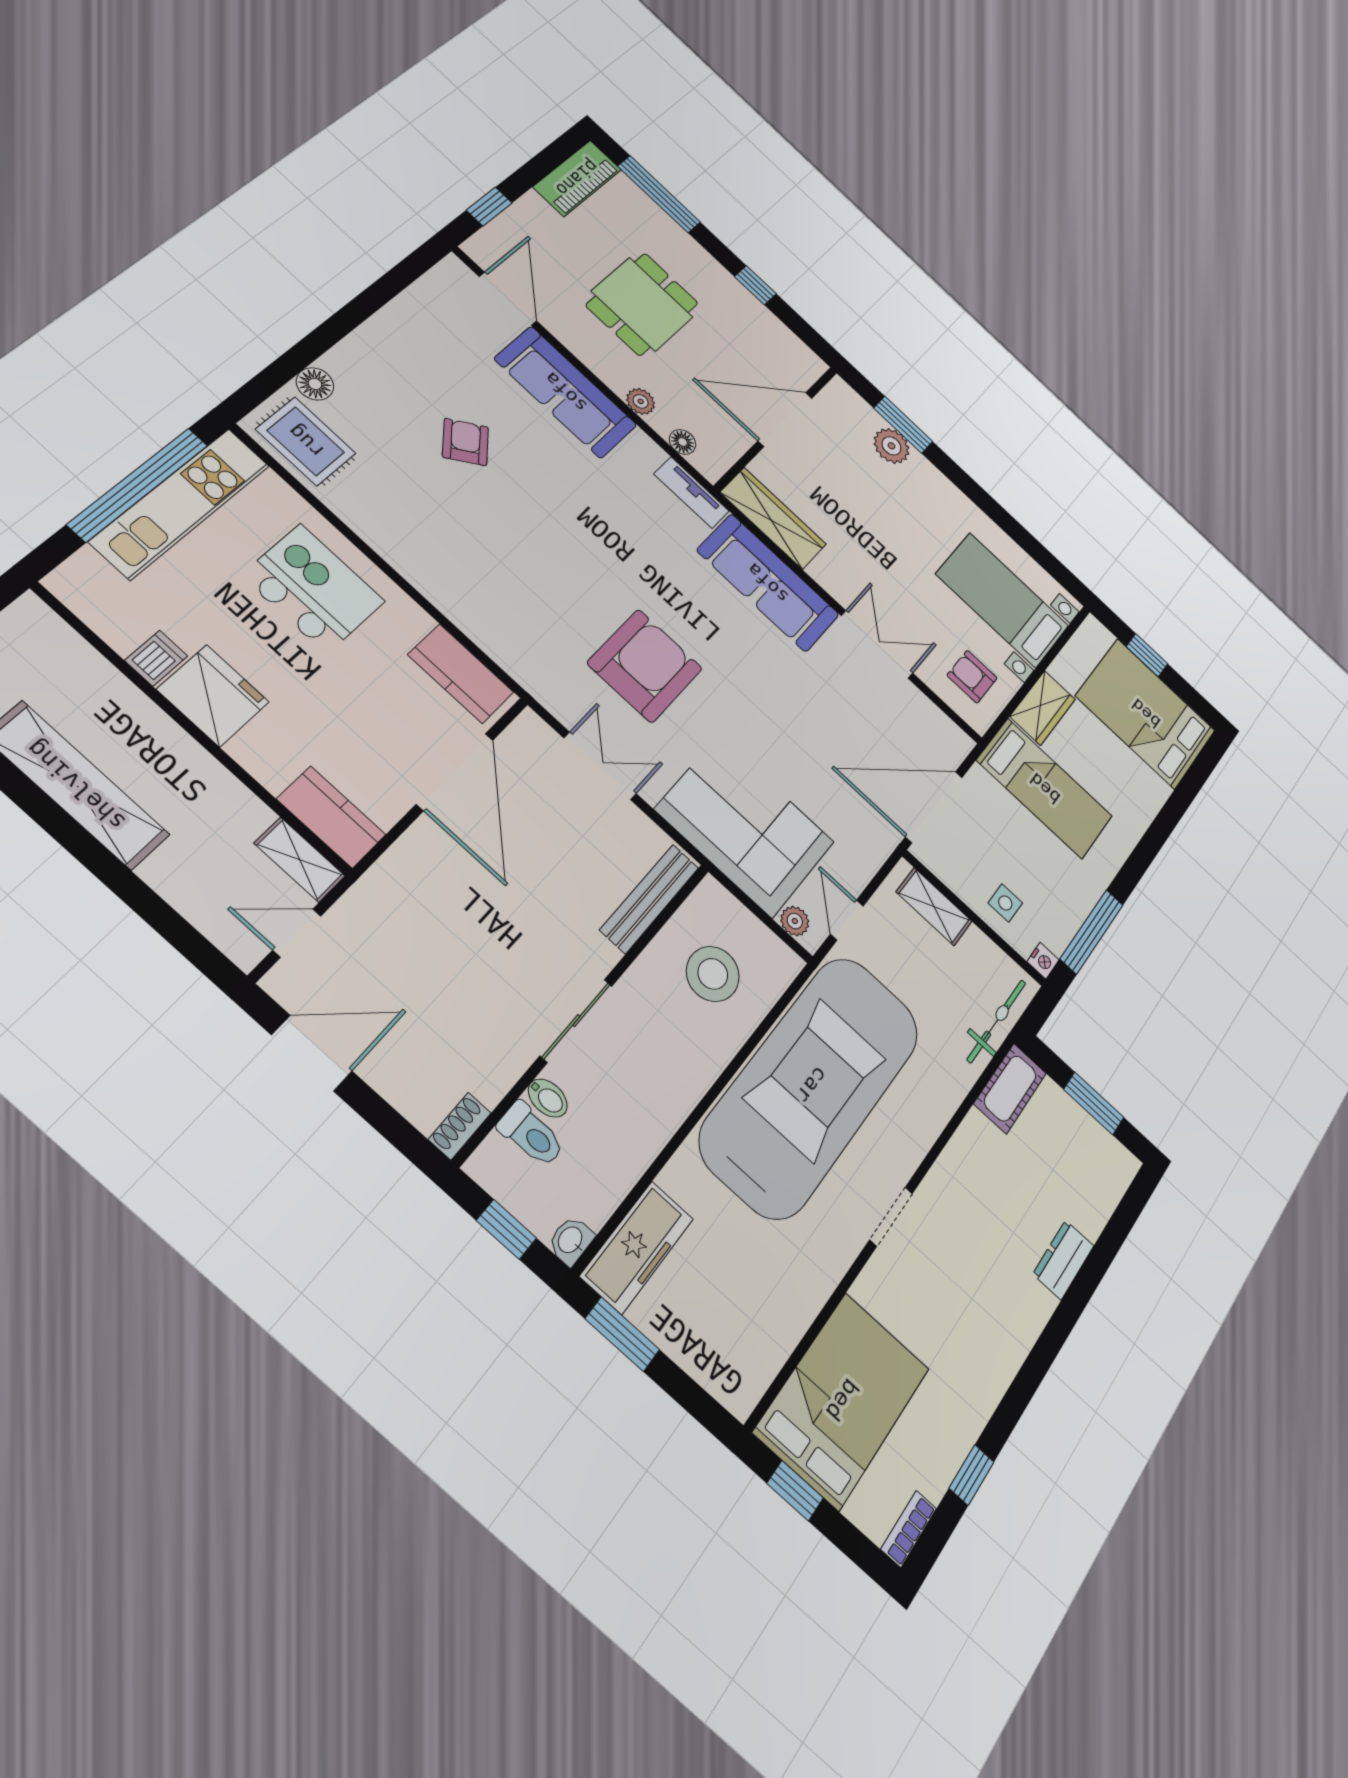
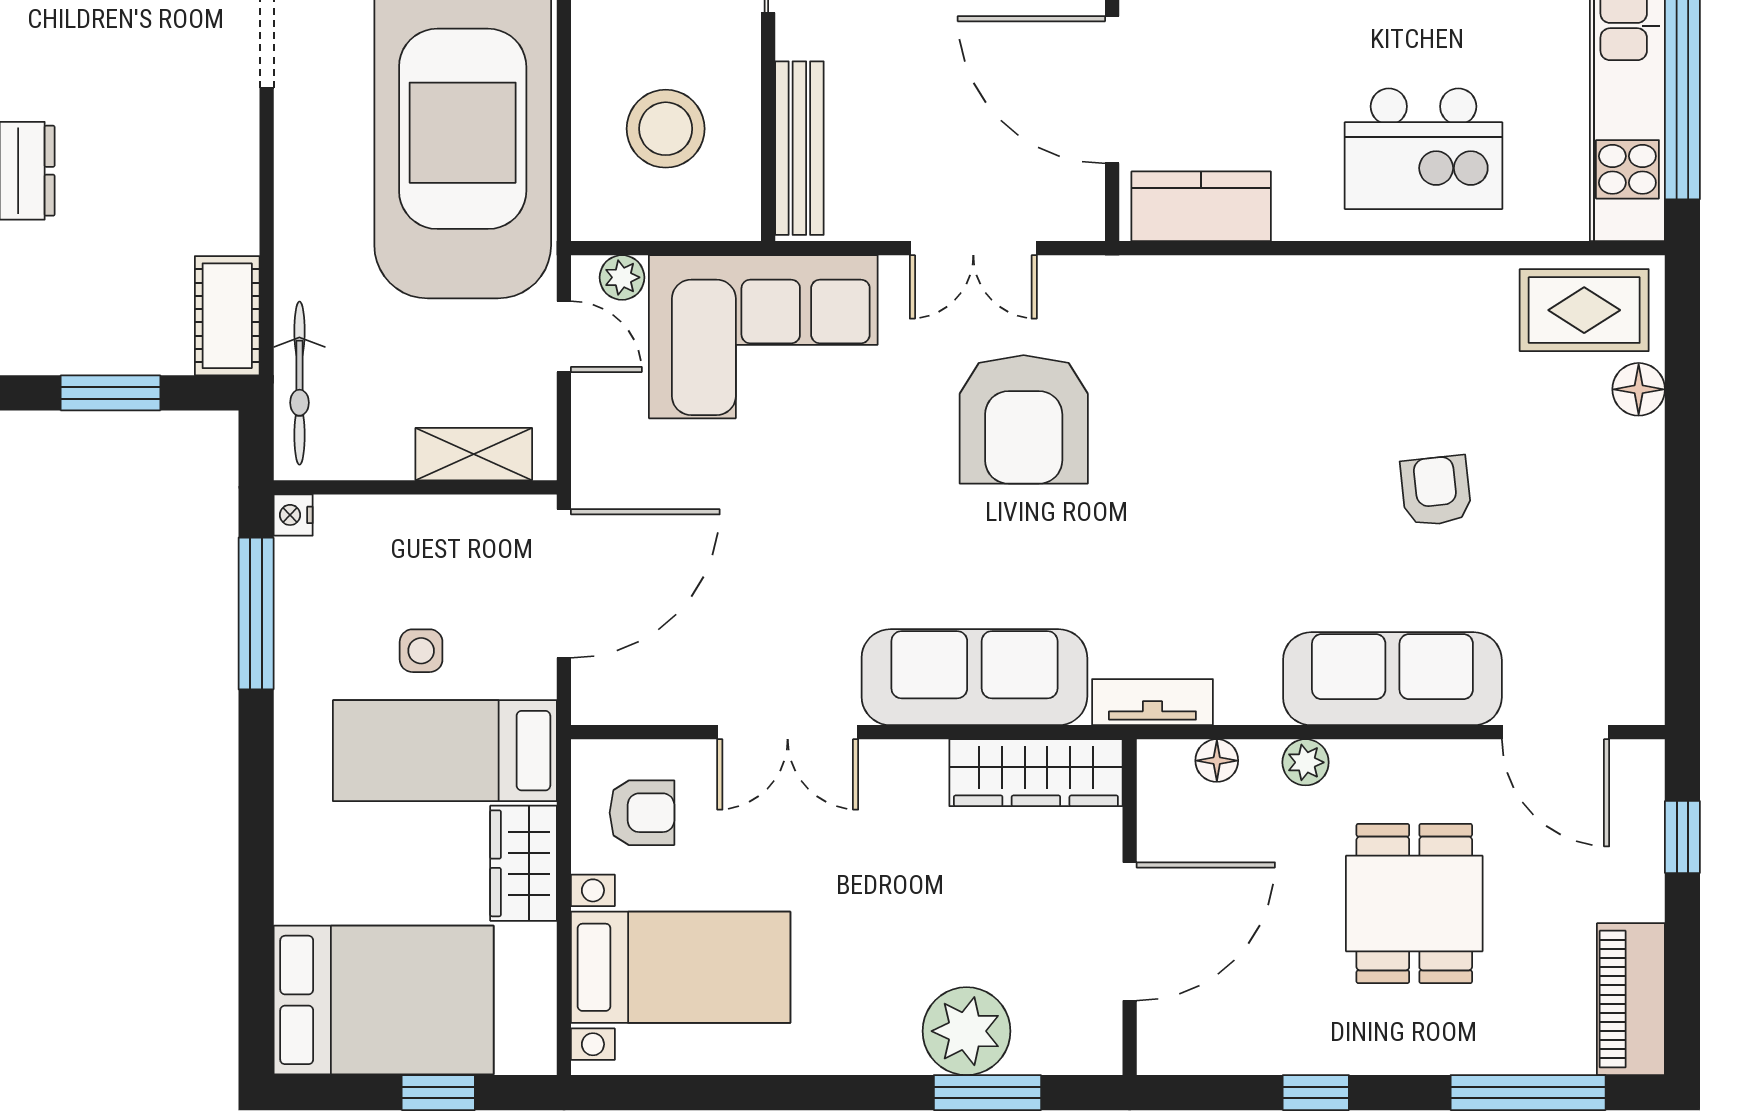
armchair: (465, 442) -> (1436, 491), turned -148
plant: (891, 446) -> (966, 1031), width x1.36, depth x1.36
side table: (1005, 903) -> (421, 651), moved

